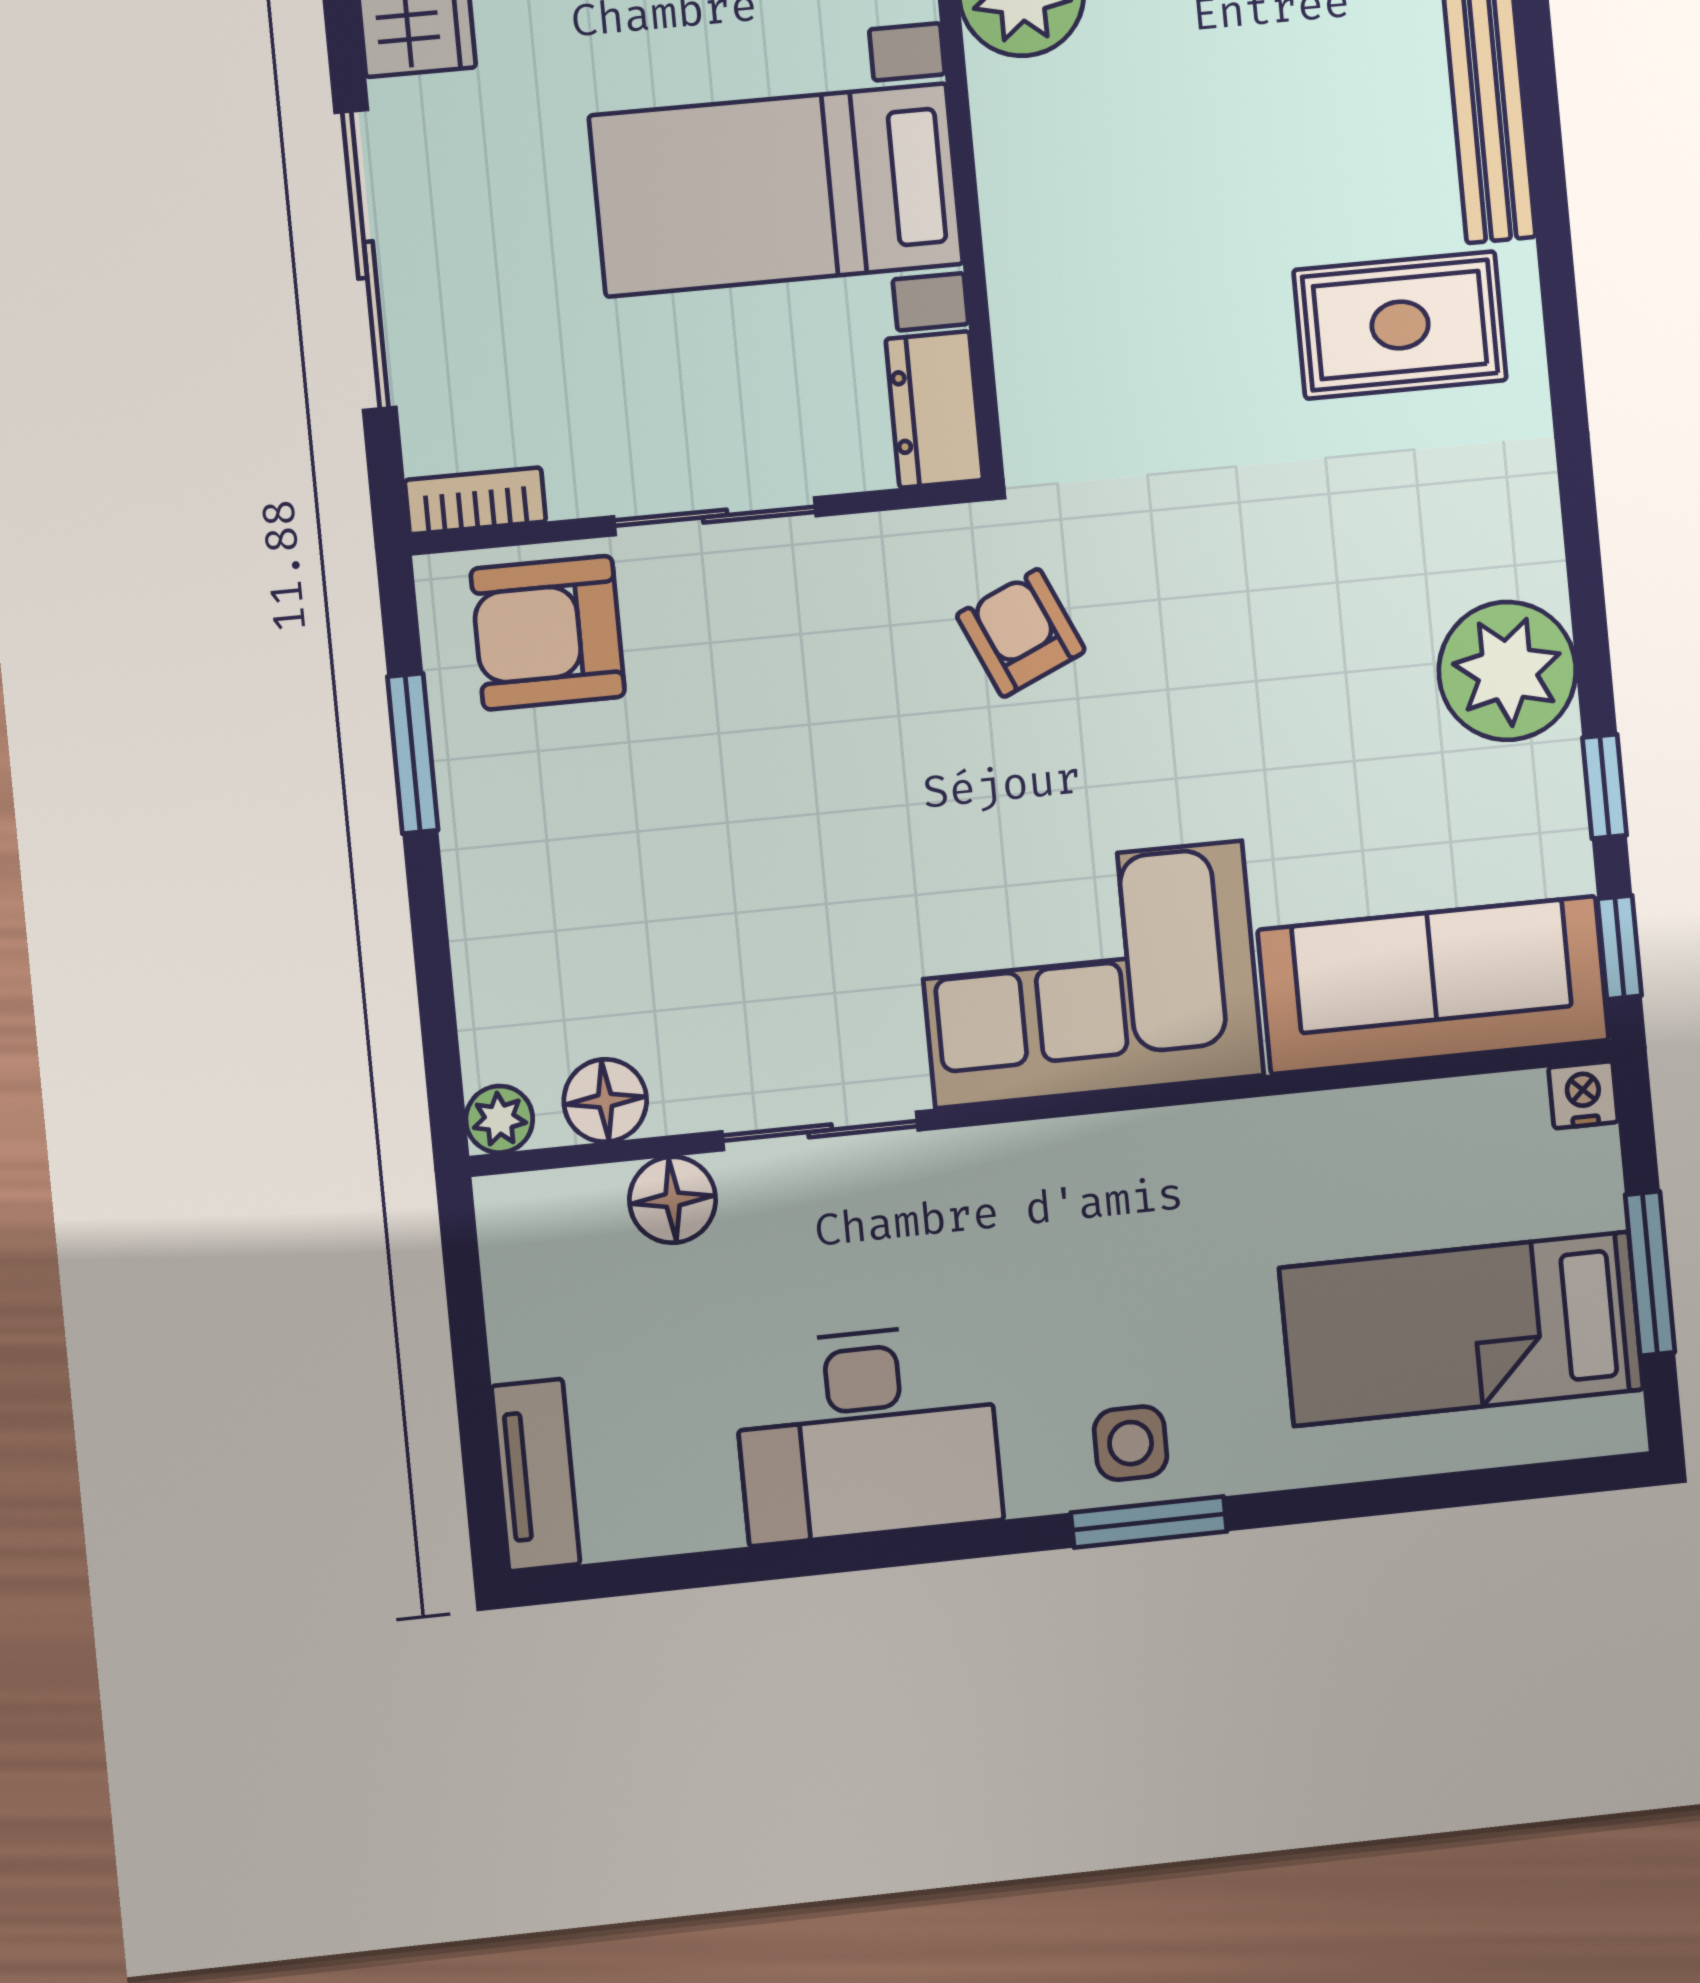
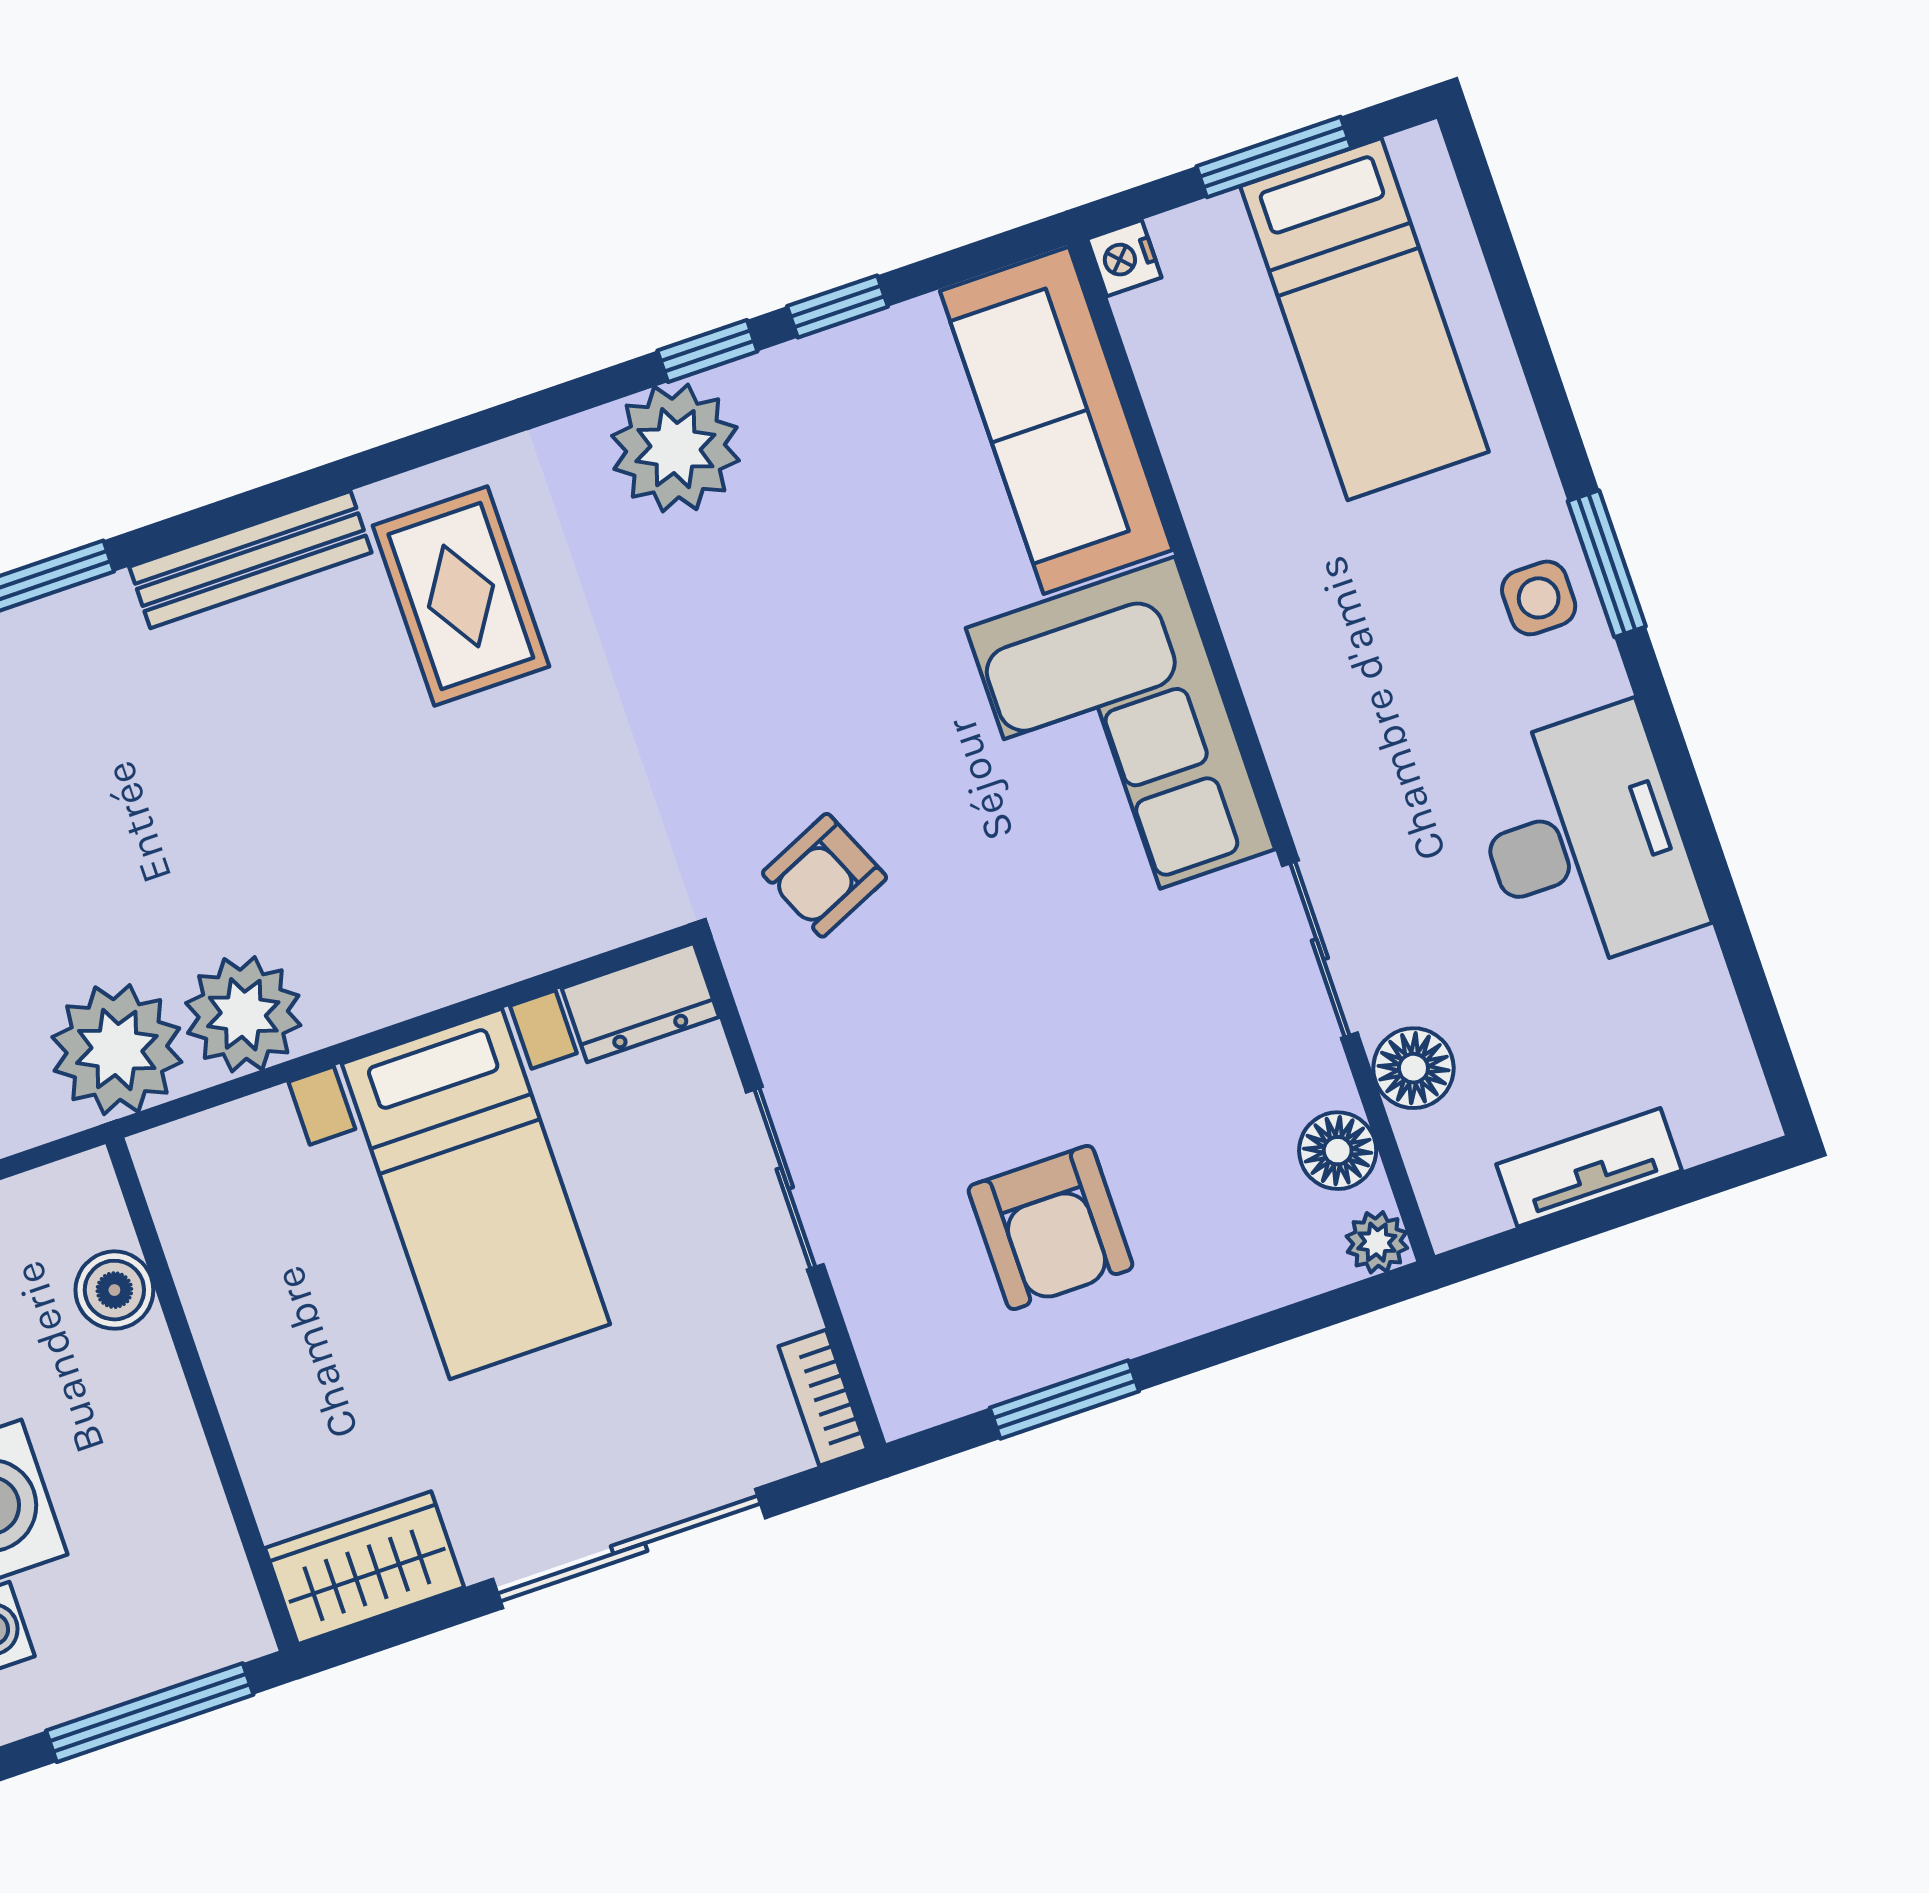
armchair: (548, 633) -> (1051, 1228), moved
plant: (1507, 671) -> (675, 448), moved
window: (1620, 947) -> (707, 351), moved
tv unit: (536, 1475) -> (1589, 1167), moved

